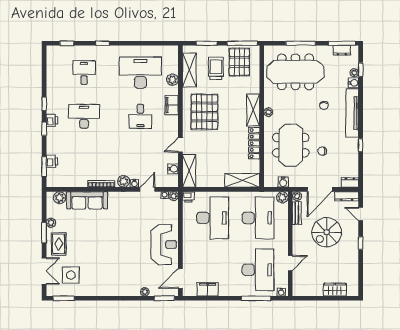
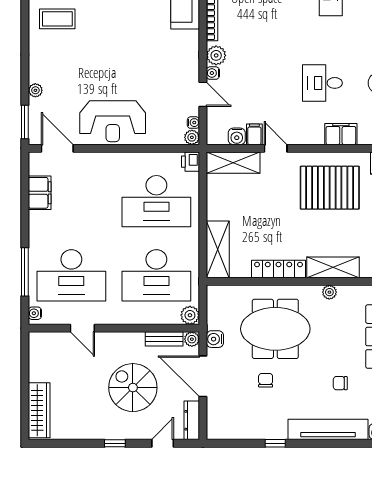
filing cabinet: (172, 158) -> (254, 134), added
water cooler: (283, 182) -> (215, 339), moved
dresser: (350, 182) -> (214, 426), removed
coffee table: (101, 278) -> (57, 19), added
wardrobe: (335, 290) -> (39, 410), width x1.50

